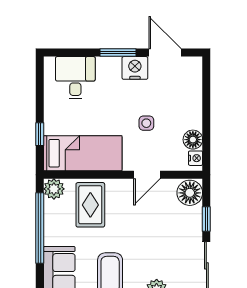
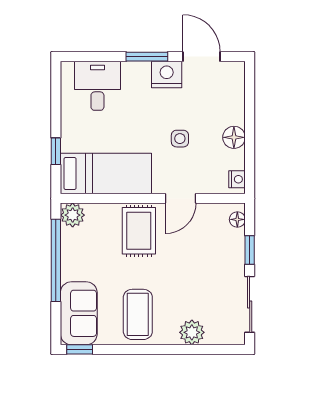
floor lamp: (193, 140) -> (234, 137), moved
floor lamp: (190, 193) -> (237, 219), width x0.53, depth x0.53
rug: (90, 205) -> (139, 231), moved

